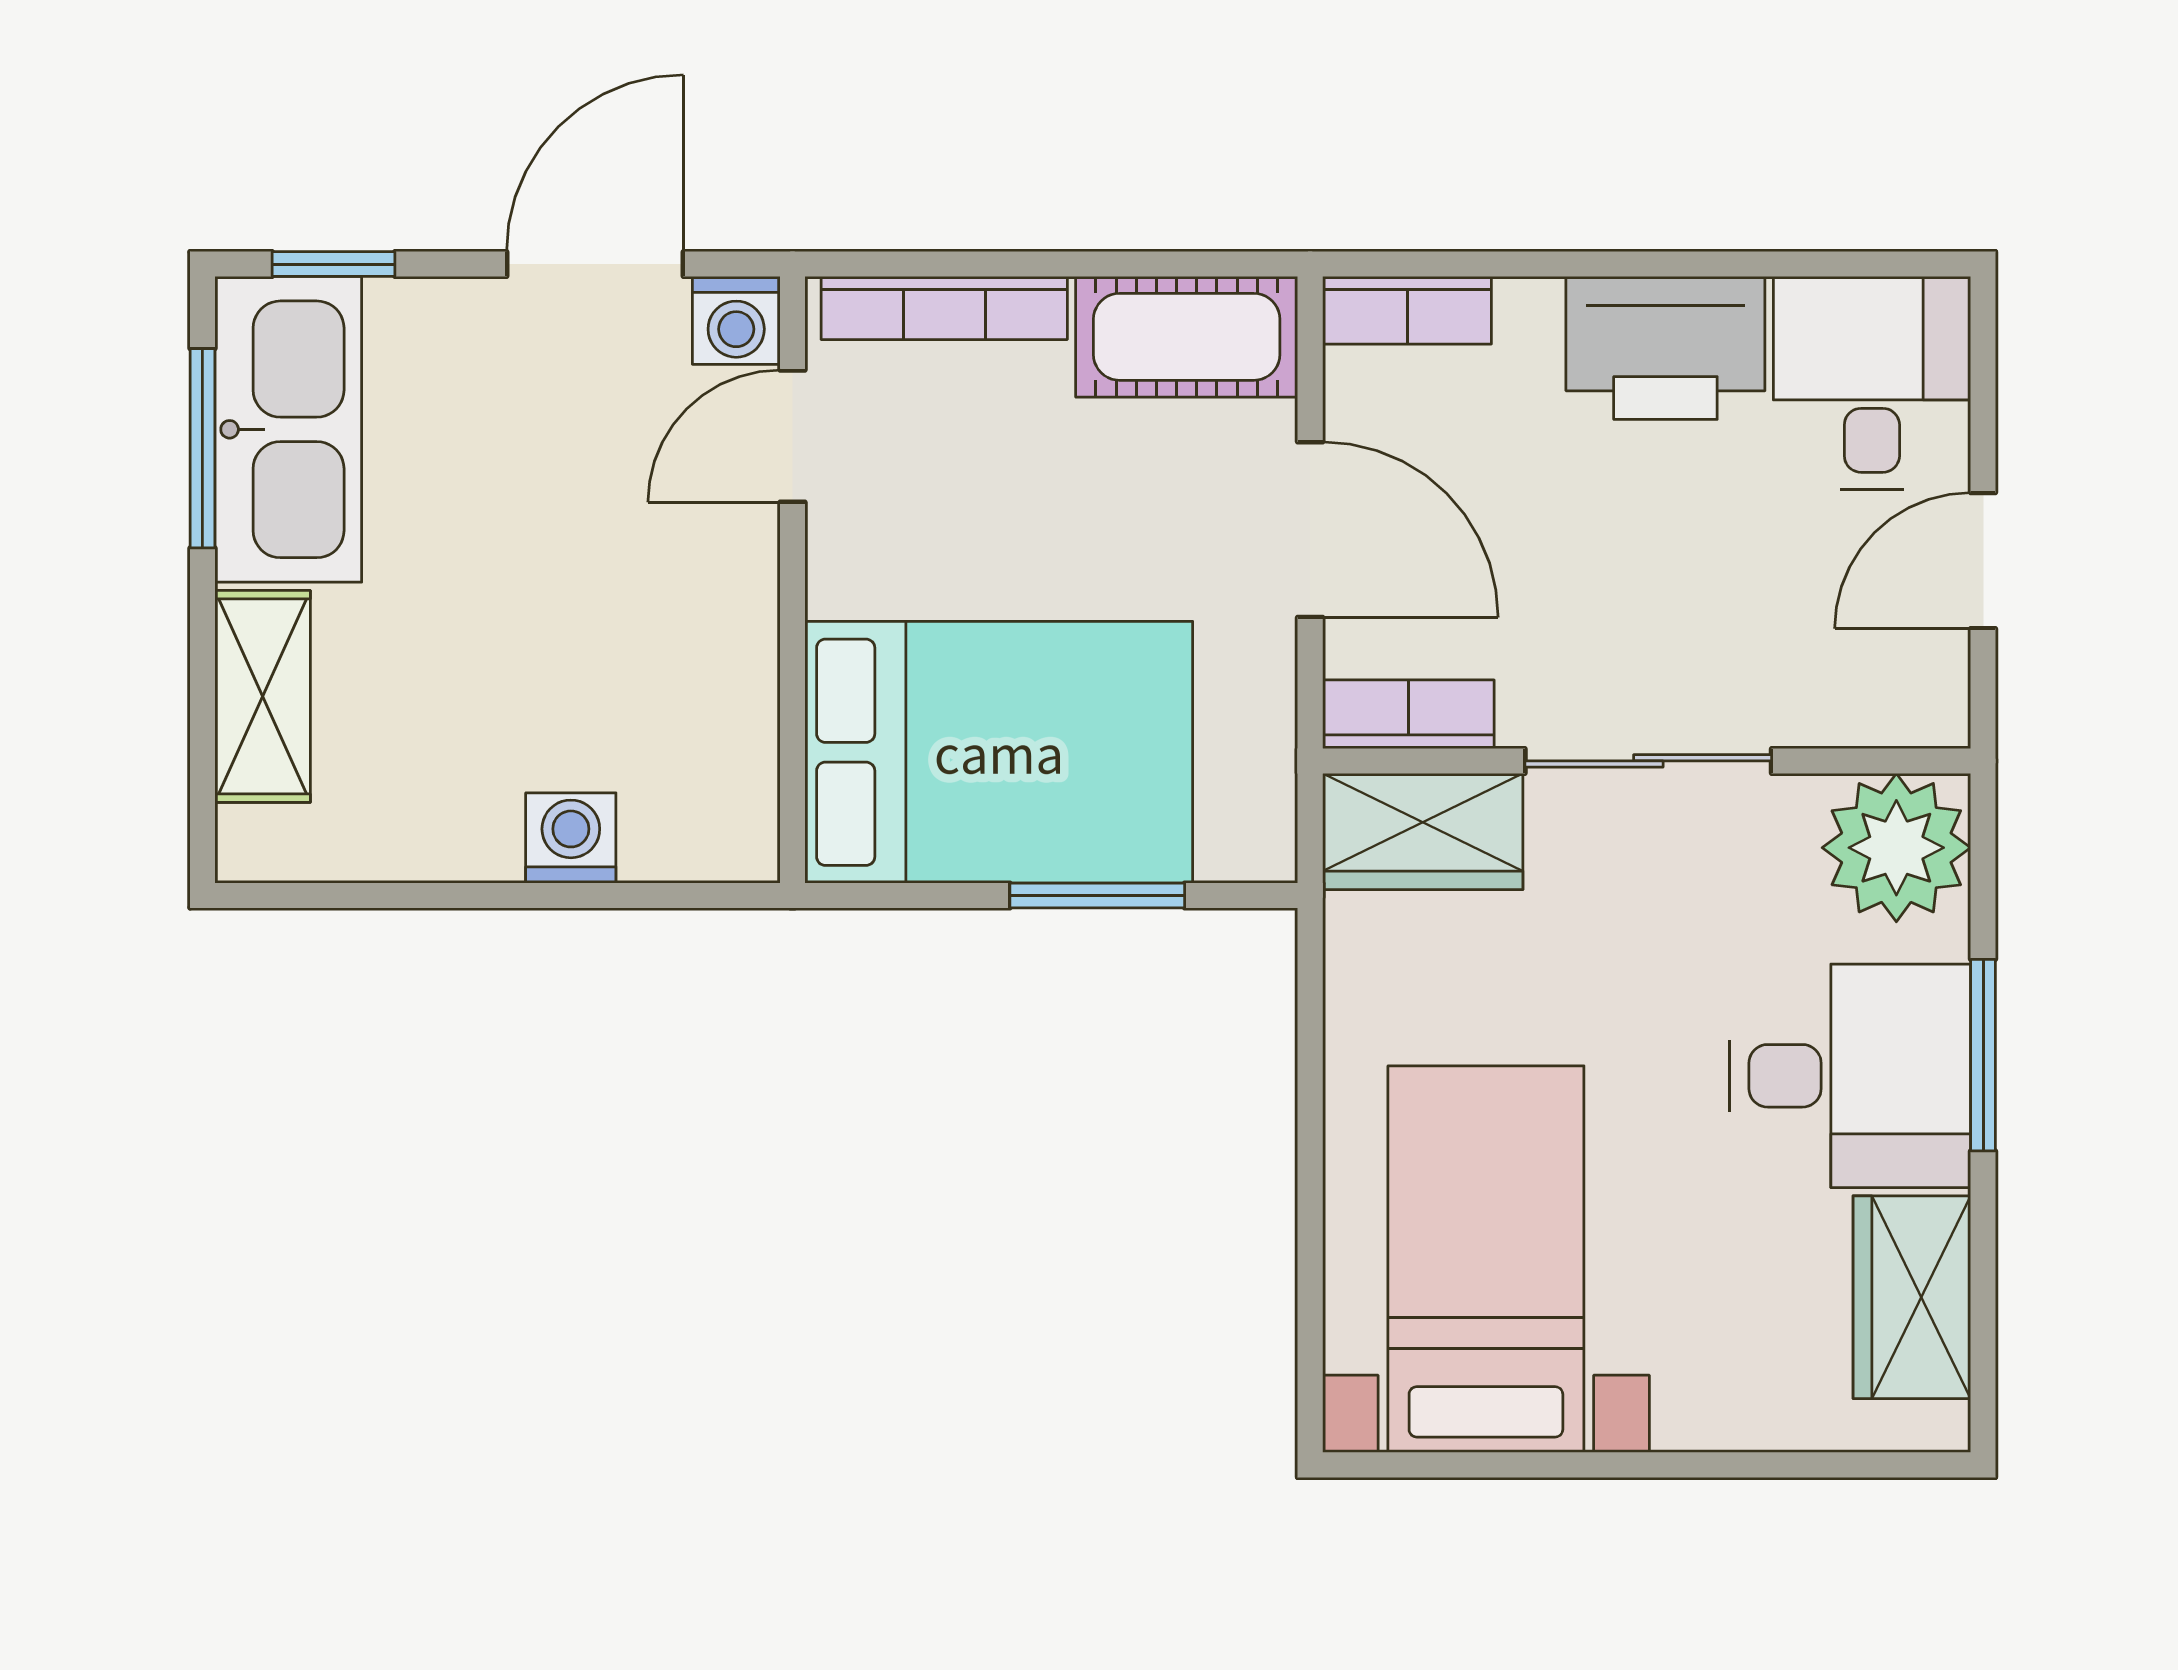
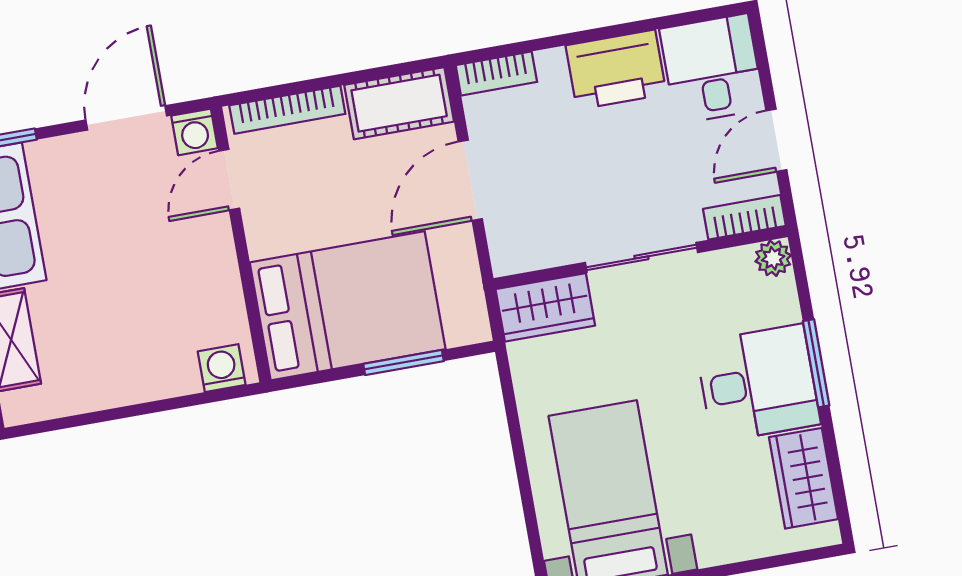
door: (1310, 530) -> (470, 180), swing flipped
bookcase: (1408, 714) -> (744, 217), moved
washing machine: (571, 838) -> (222, 368), moved
plant: (1896, 848) -> (773, 258), width x0.53, depth x0.53

